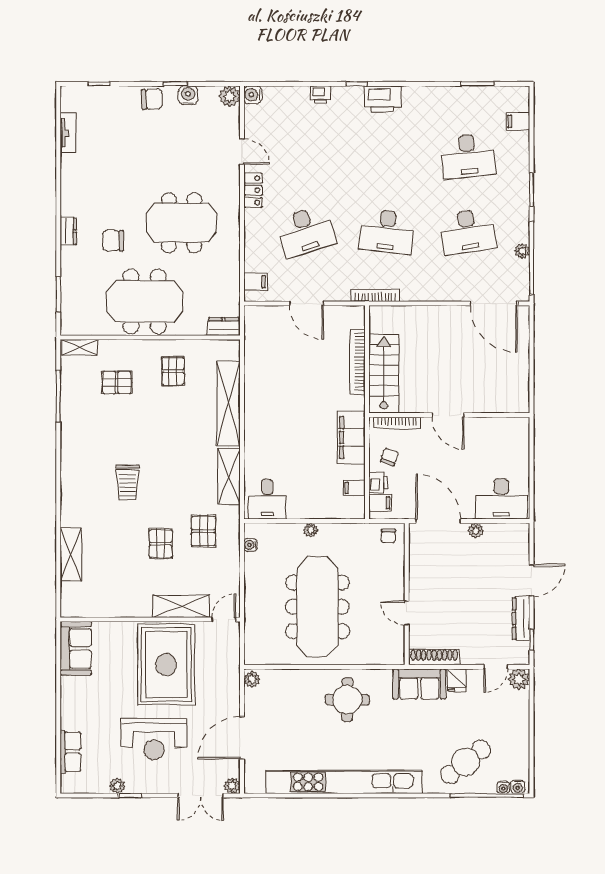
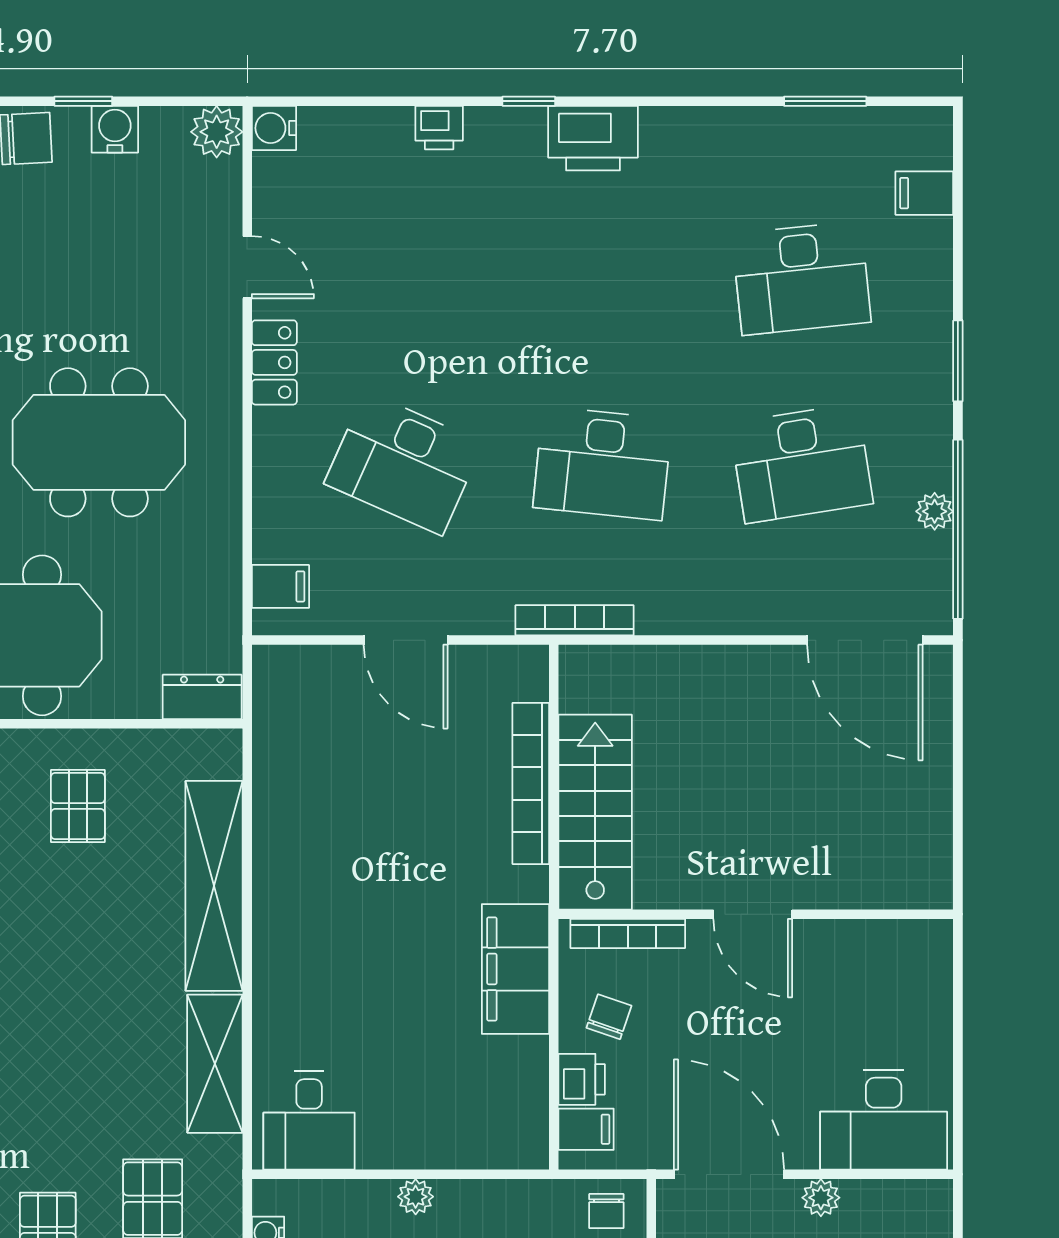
desk: (306, 231) -> (404, 463), turned 42
filing cabinet: (354, 488) -> (523, 1093), removed

